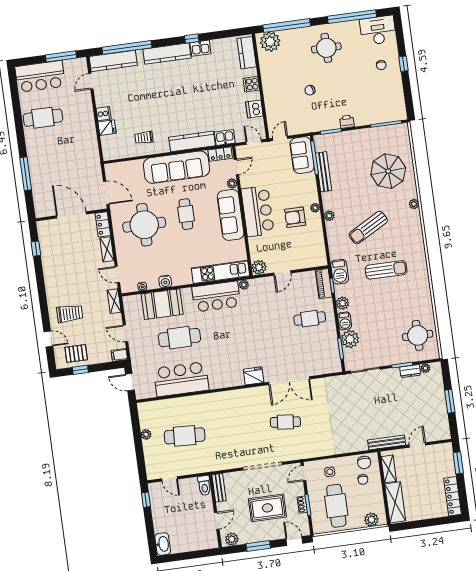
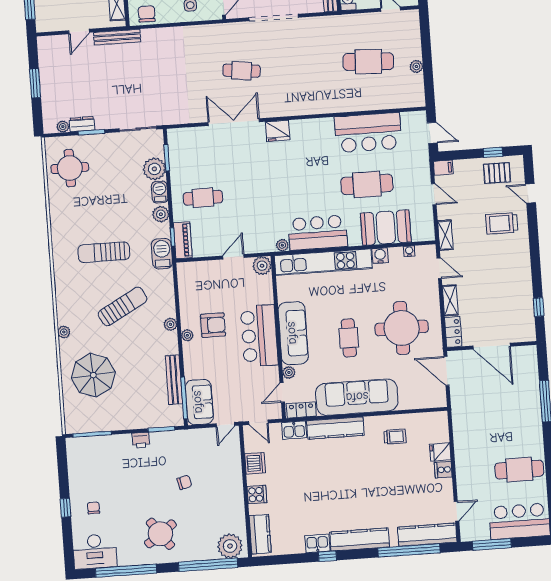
round table: (326, 48) -> (160, 534), turned -36
kitchen unit: (220, 272) -> (323, 262), width x1.36

